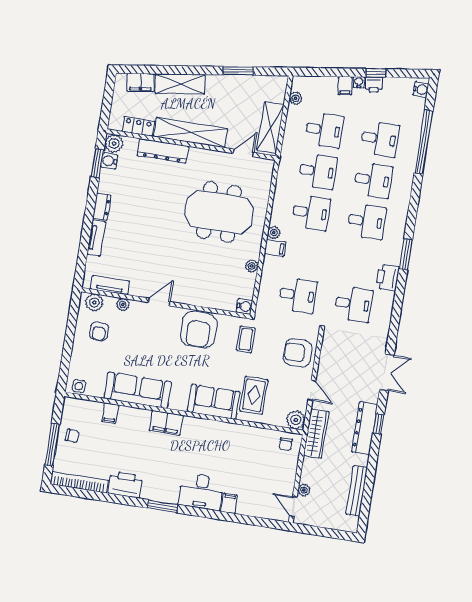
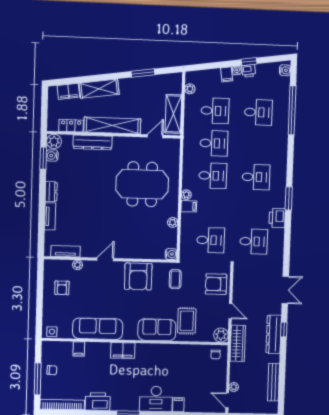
desk: (373, 180) -> (257, 145), removed
plant: (94, 303) -> (55, 266), removed

